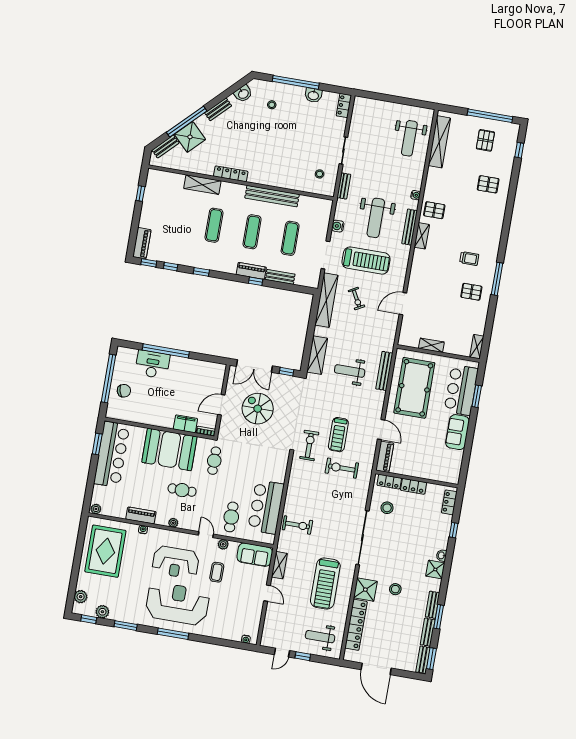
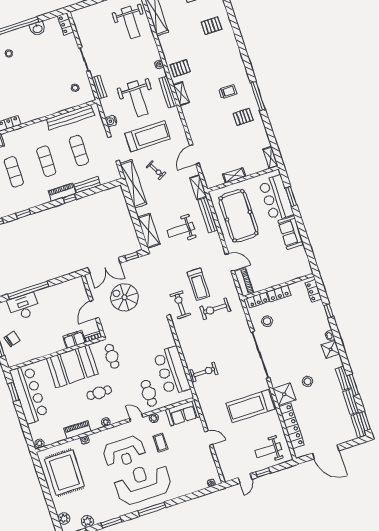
bench: (272, 196) -> (70, 117), moved
shelving: (279, 565) -> (198, 187), moved
treadmill: (325, 584) -> (250, 406), turned 90

